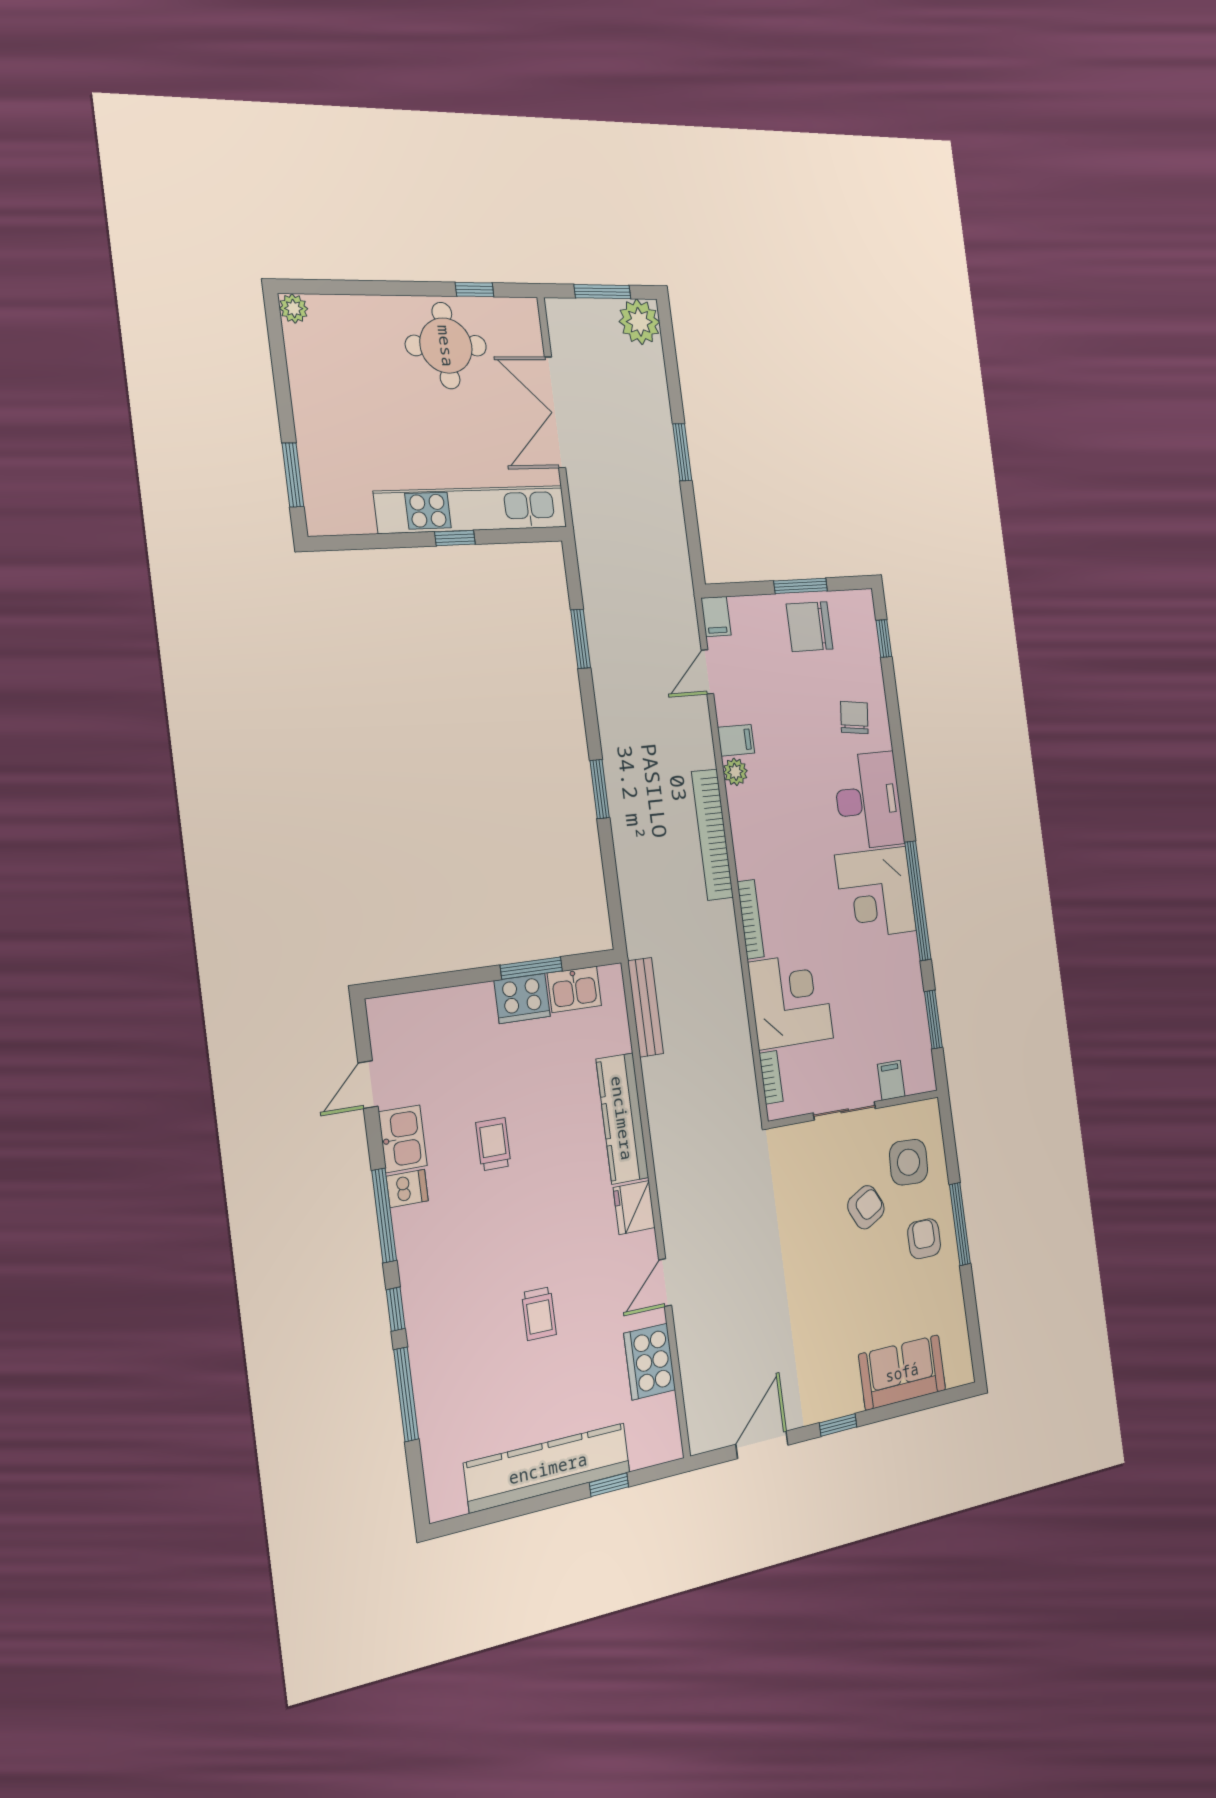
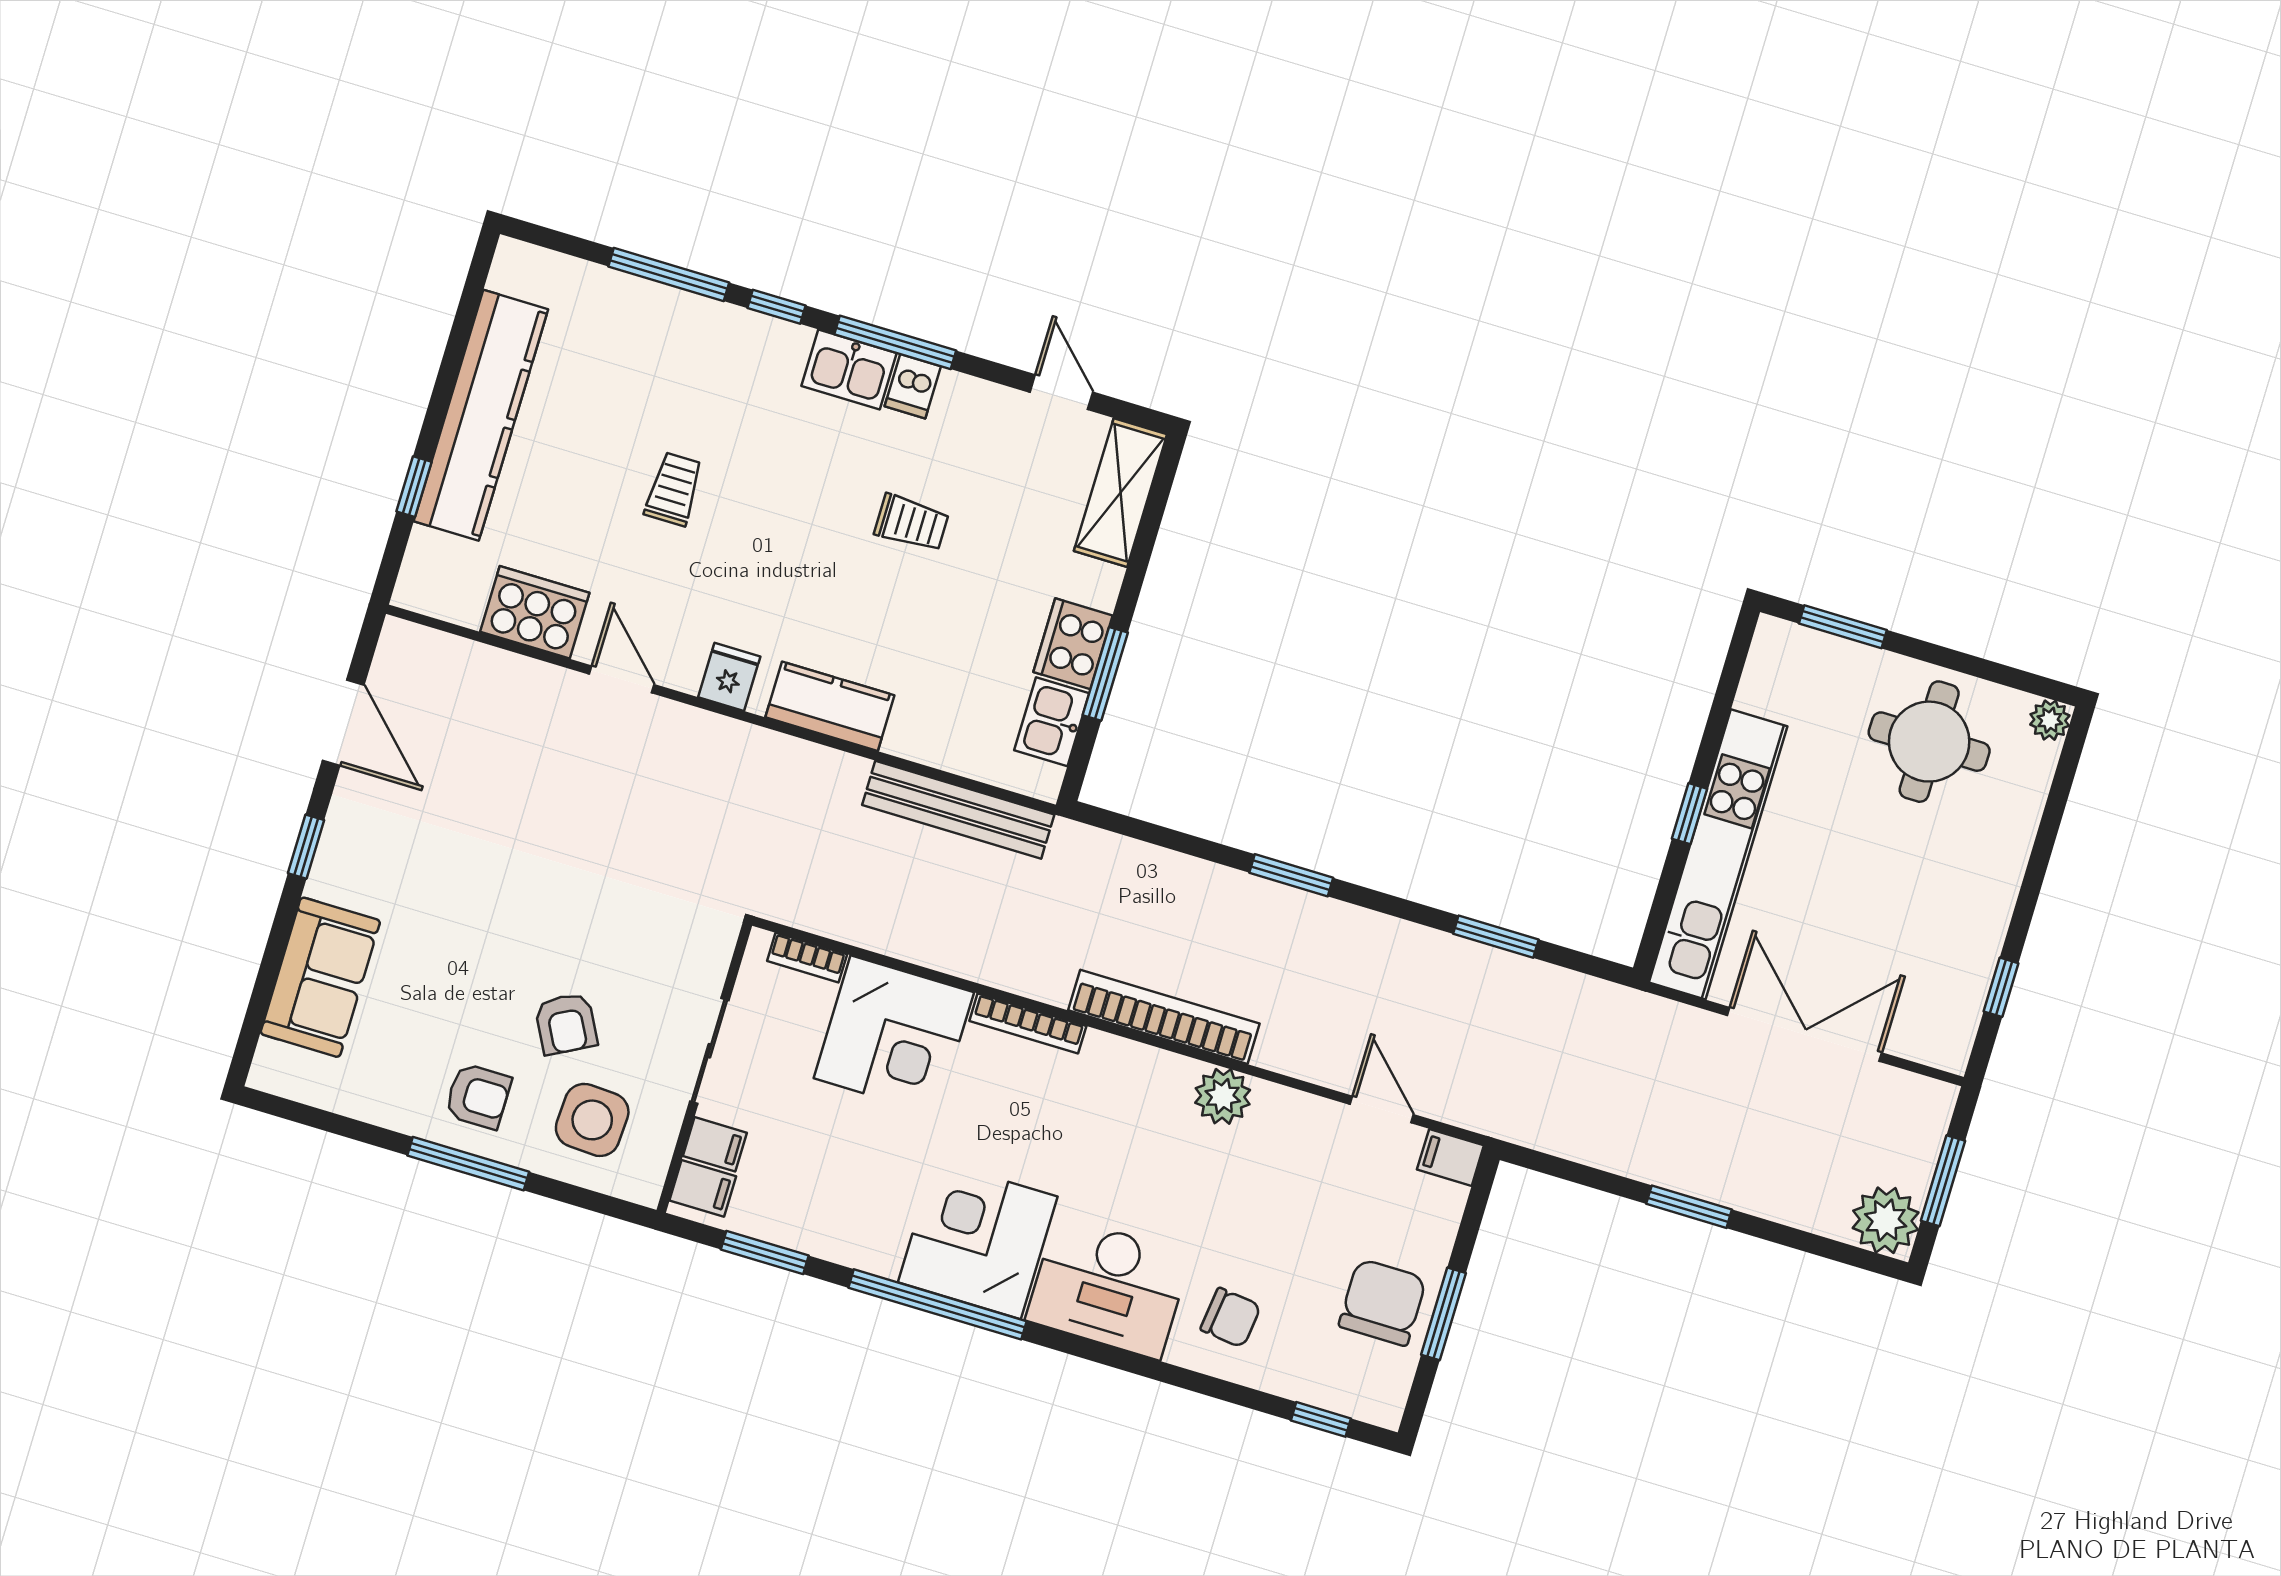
round table: (446, 346) -> (1929, 742), moved
filing cabinet: (736, 740) -> (703, 1188), moved, turned -90
plant: (735, 772) -> (1223, 1096), width x1.38, depth x1.38
bench: (645, 1007) -> (958, 810), width x1.37, depth x1.21
shelving: (415, 1012) -> (1120, 493), added
kitchen counter: (622, 1118) -> (830, 706), width x0.67
kitchen sink: (403, 1139) -> (849, 369), moved
fridge: (634, 1207) -> (729, 677), width x0.72
trolley: (539, 1314) -> (674, 489), turned 90

